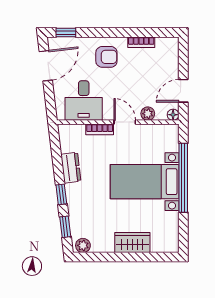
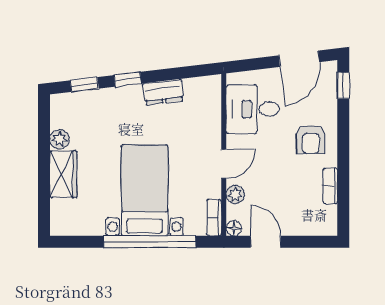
door: (46, 66) -> (299, 59), hinge flipped
bookcase: (100, 129) -> (214, 218), moved
plant: (83, 245) -> (60, 139), moved

